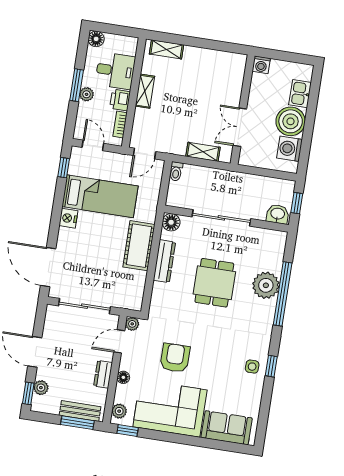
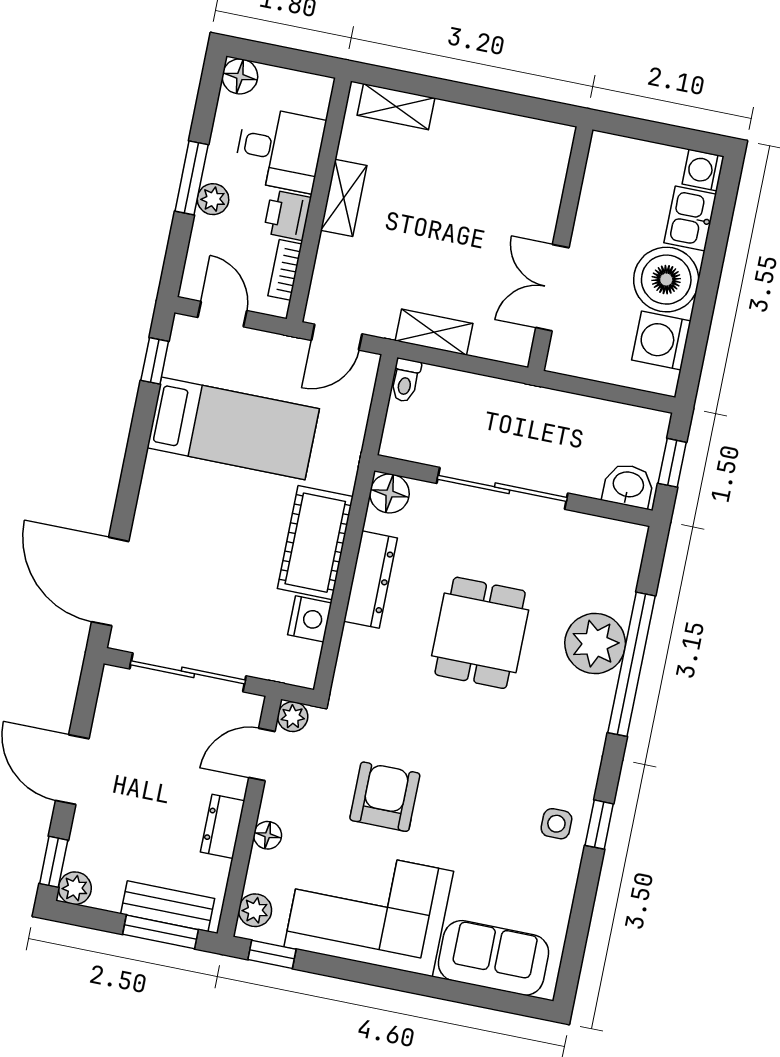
washing machine: (261, 65) -> (703, 170), moved, turned 90
shelving: (203, 152) -> (434, 332), moved
nightstand: (68, 218) -> (310, 619), moved, turned 180
plant: (41, 388) -> (75, 888), moved

